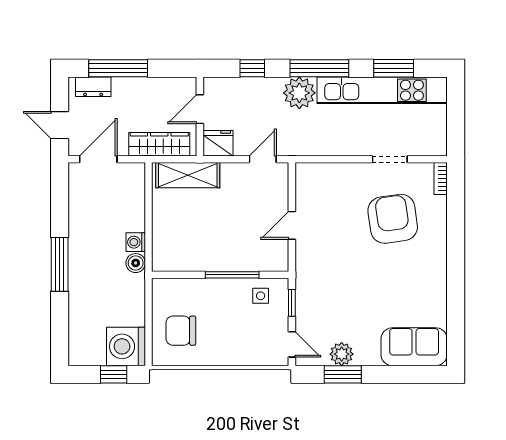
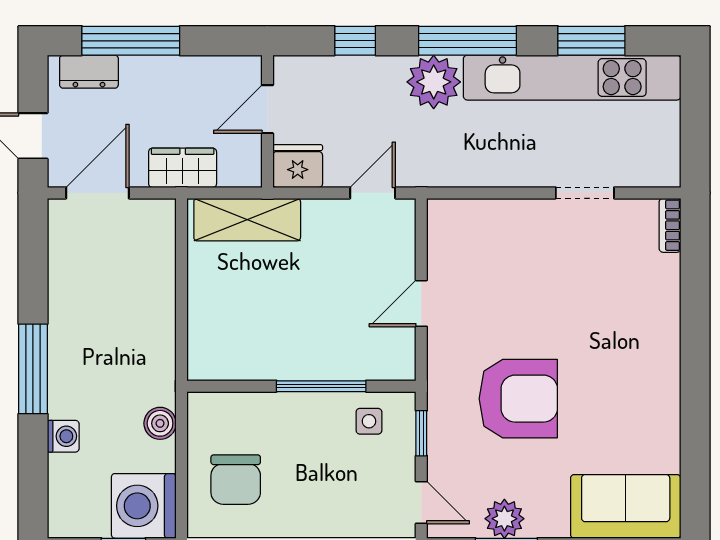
wardrobe: (159, 144) -> (183, 168), width x0.67
armchair: (393, 219) -> (518, 399), moved, turned 98
washing machine: (136, 242) -> (63, 436), moved, turned 180
boiler: (136, 263) -> (160, 423), moved
chair: (181, 331) -> (236, 480), turned -90

